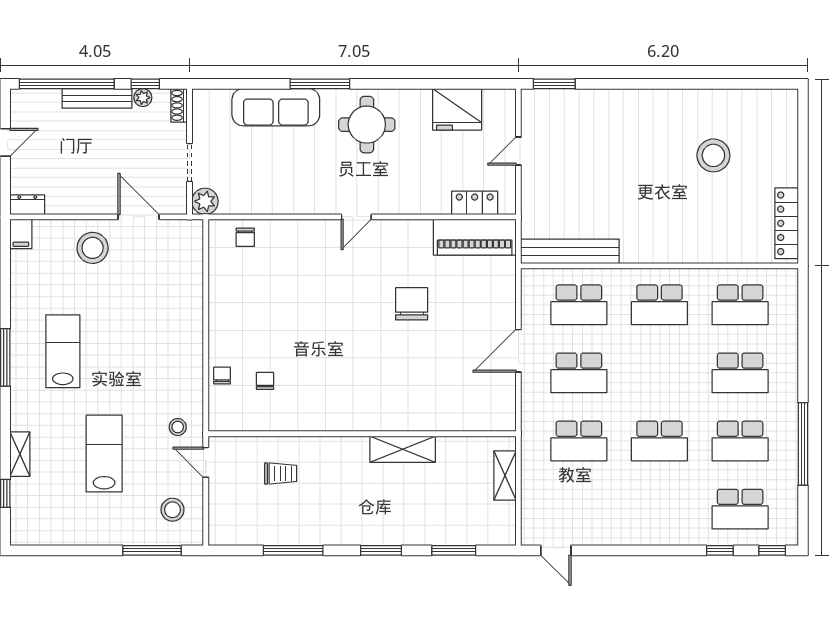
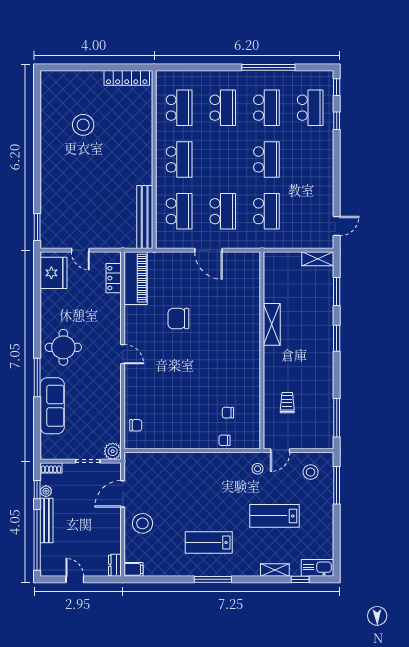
fridge: (457, 109) -> (54, 273), moved
shelving: (505, 475) -> (318, 259), moved
kitchen sink: (23, 521) -> (318, 568), added
window: (293, 550) -> (337, 418), moved

